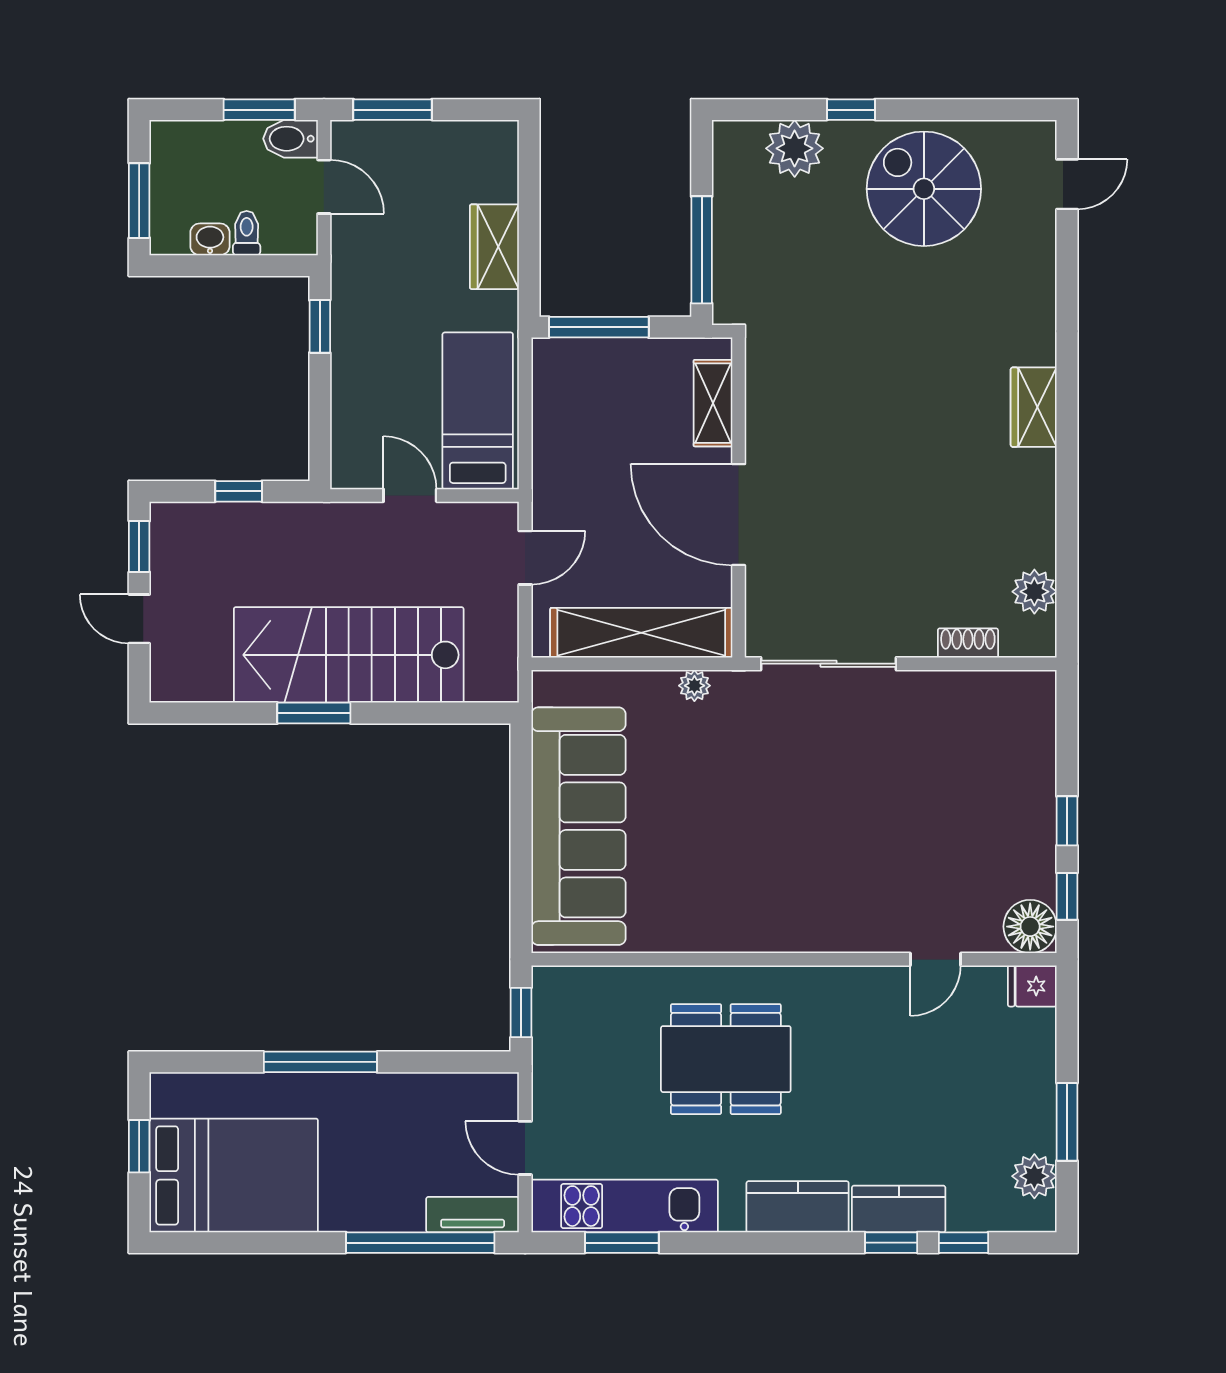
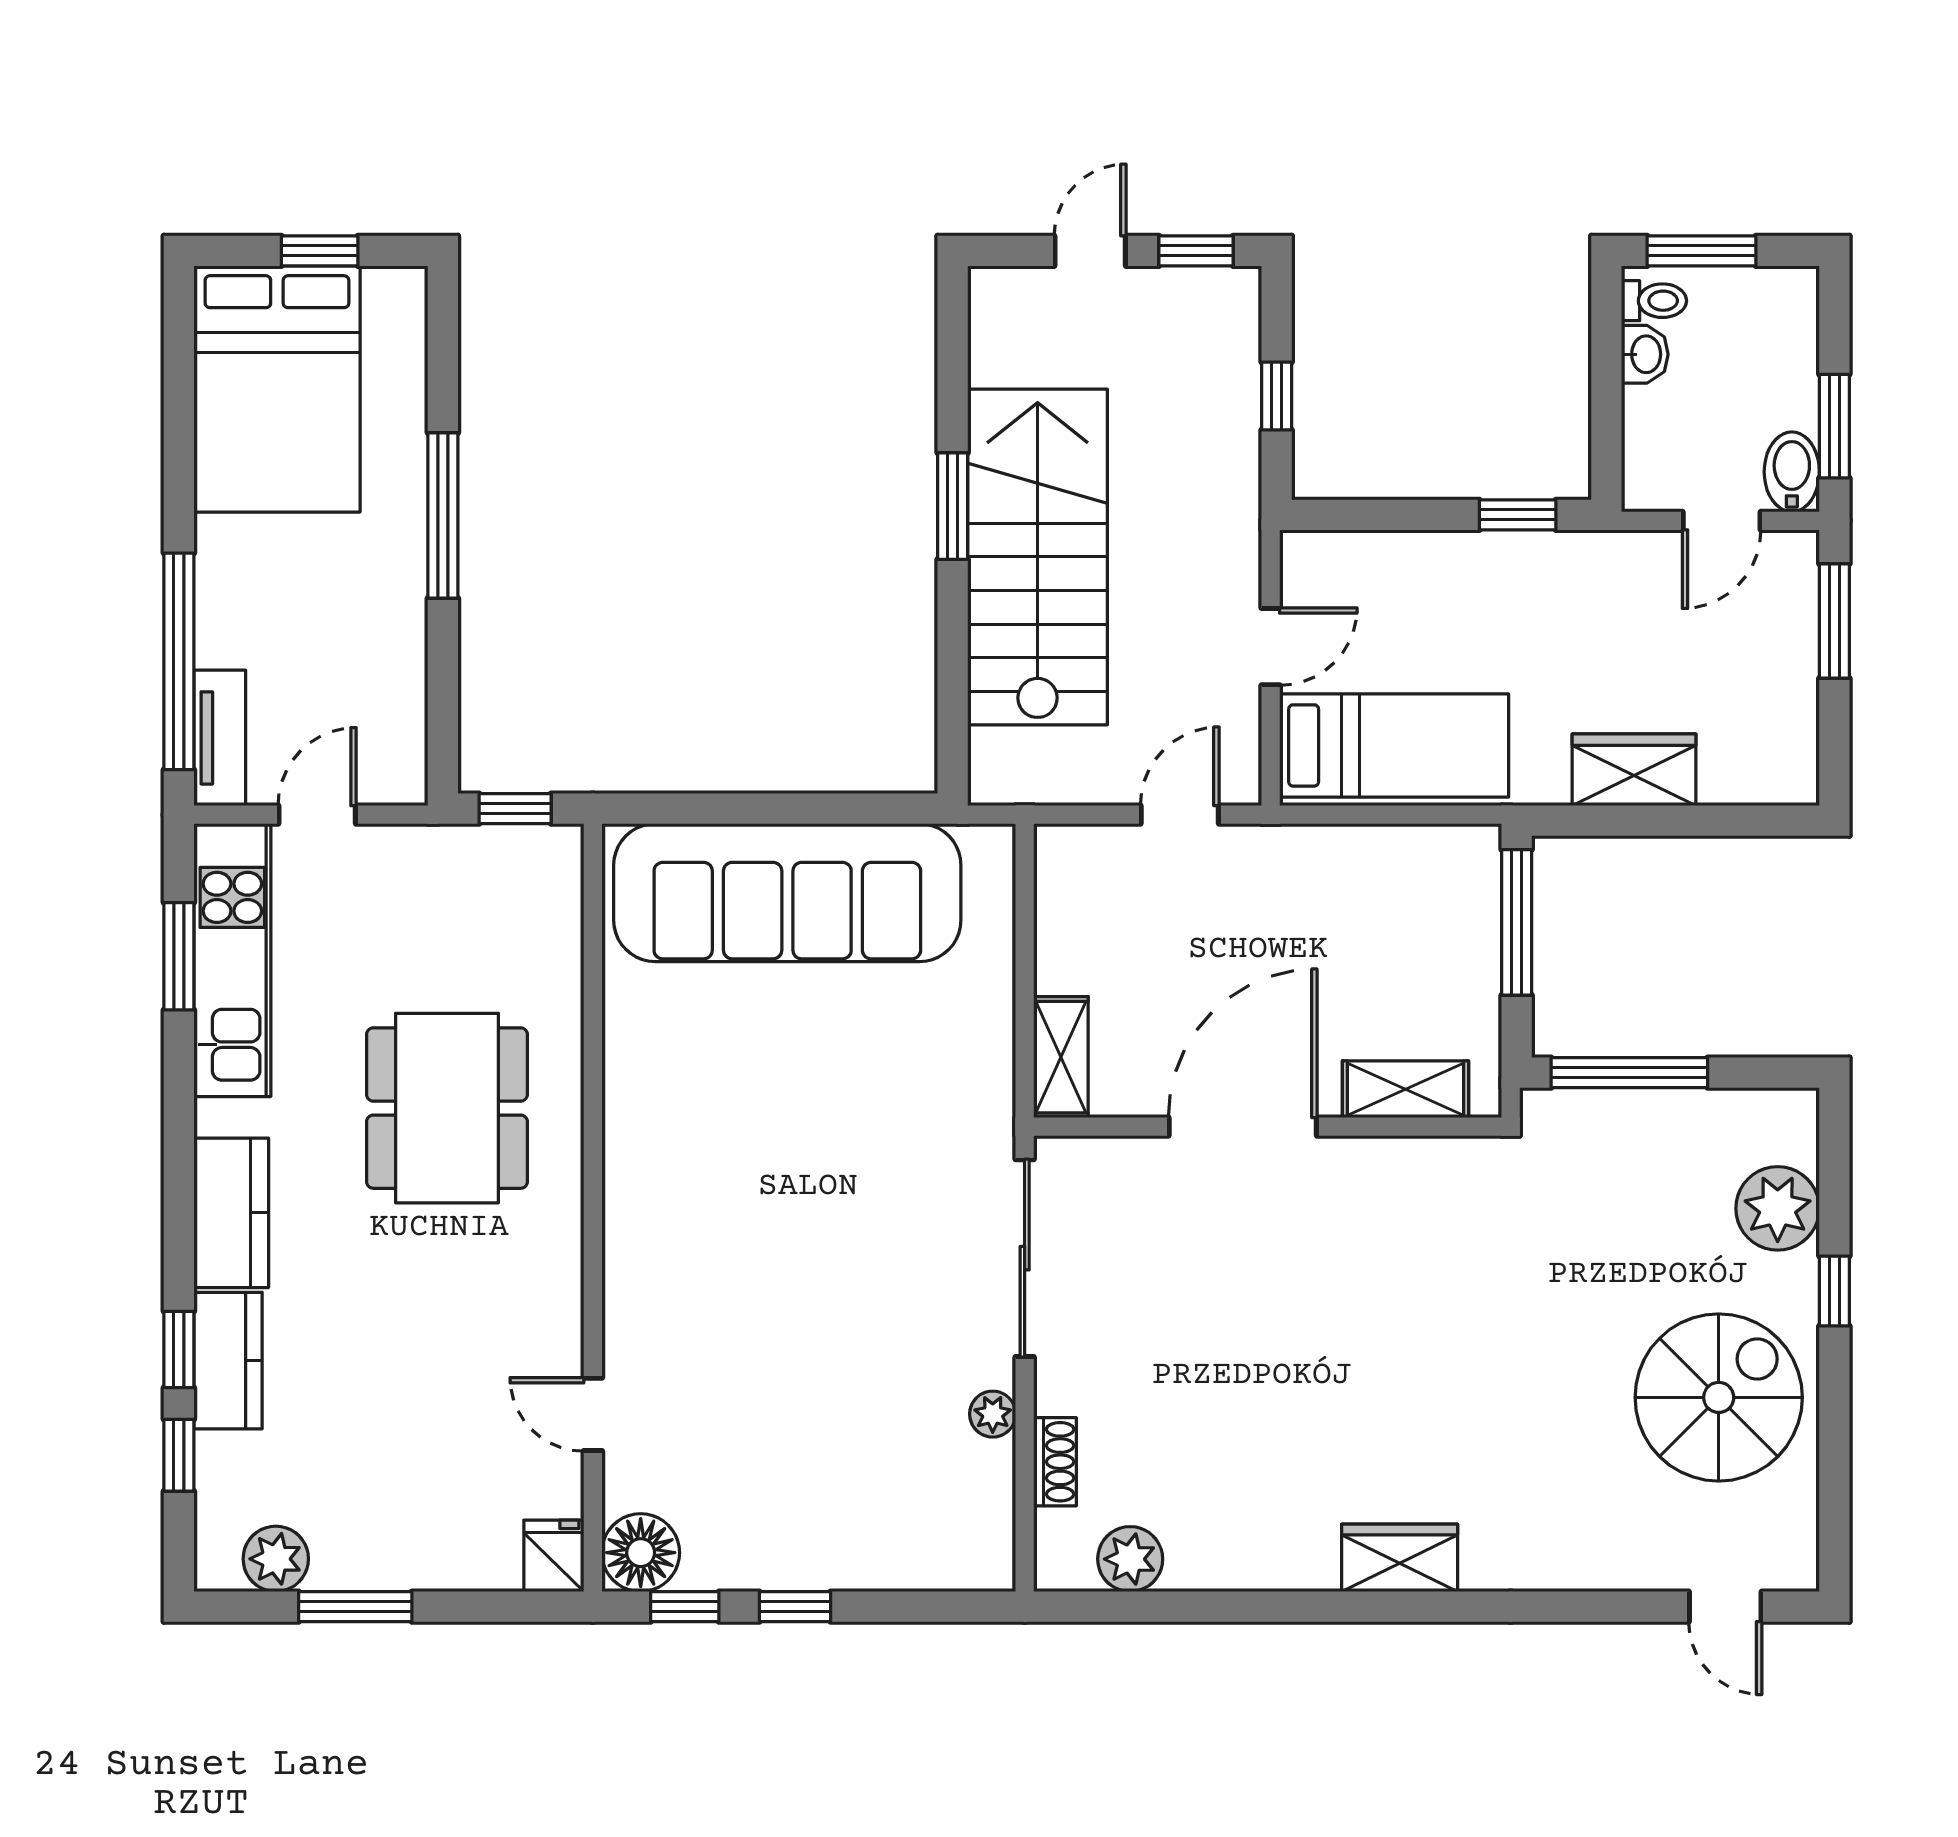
toilet: (247, 233) -> (1654, 301), moved
door: (525, 558) -> (1180, 815), swing flipped
shelving: (641, 633) -> (1061, 1057), width x0.45, depth x0.75
plant: (694, 686) -> (993, 1414), moved

